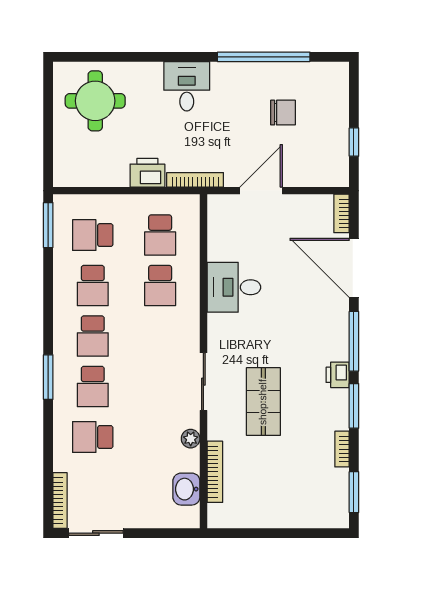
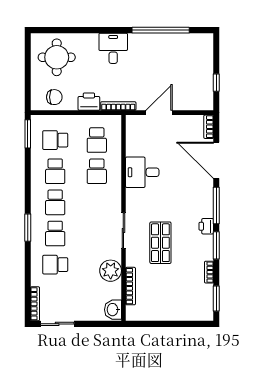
chair: (283, 113) -> (54, 97), moved
plant: (191, 439) -> (111, 271), width x1.88, depth x1.88
washbasin: (186, 489) -> (113, 310), moved

